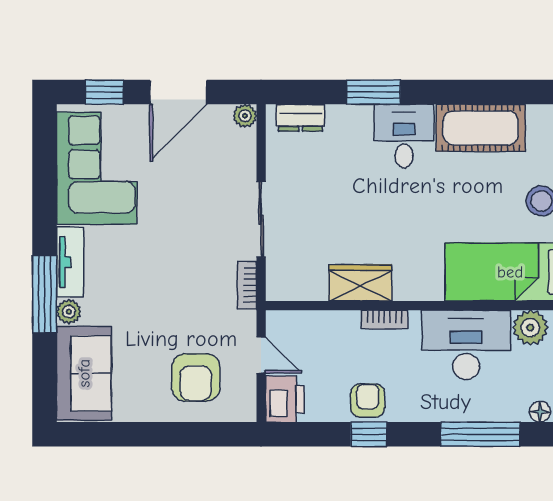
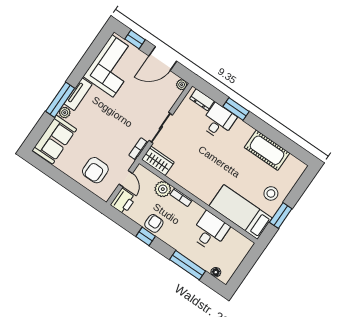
desk: (404, 136) -> (218, 121), moved
wardrobe: (360, 283) -> (158, 161), moved
plant: (530, 328) -> (163, 189), moved
desk: (466, 345) -> (210, 231), width x0.73

